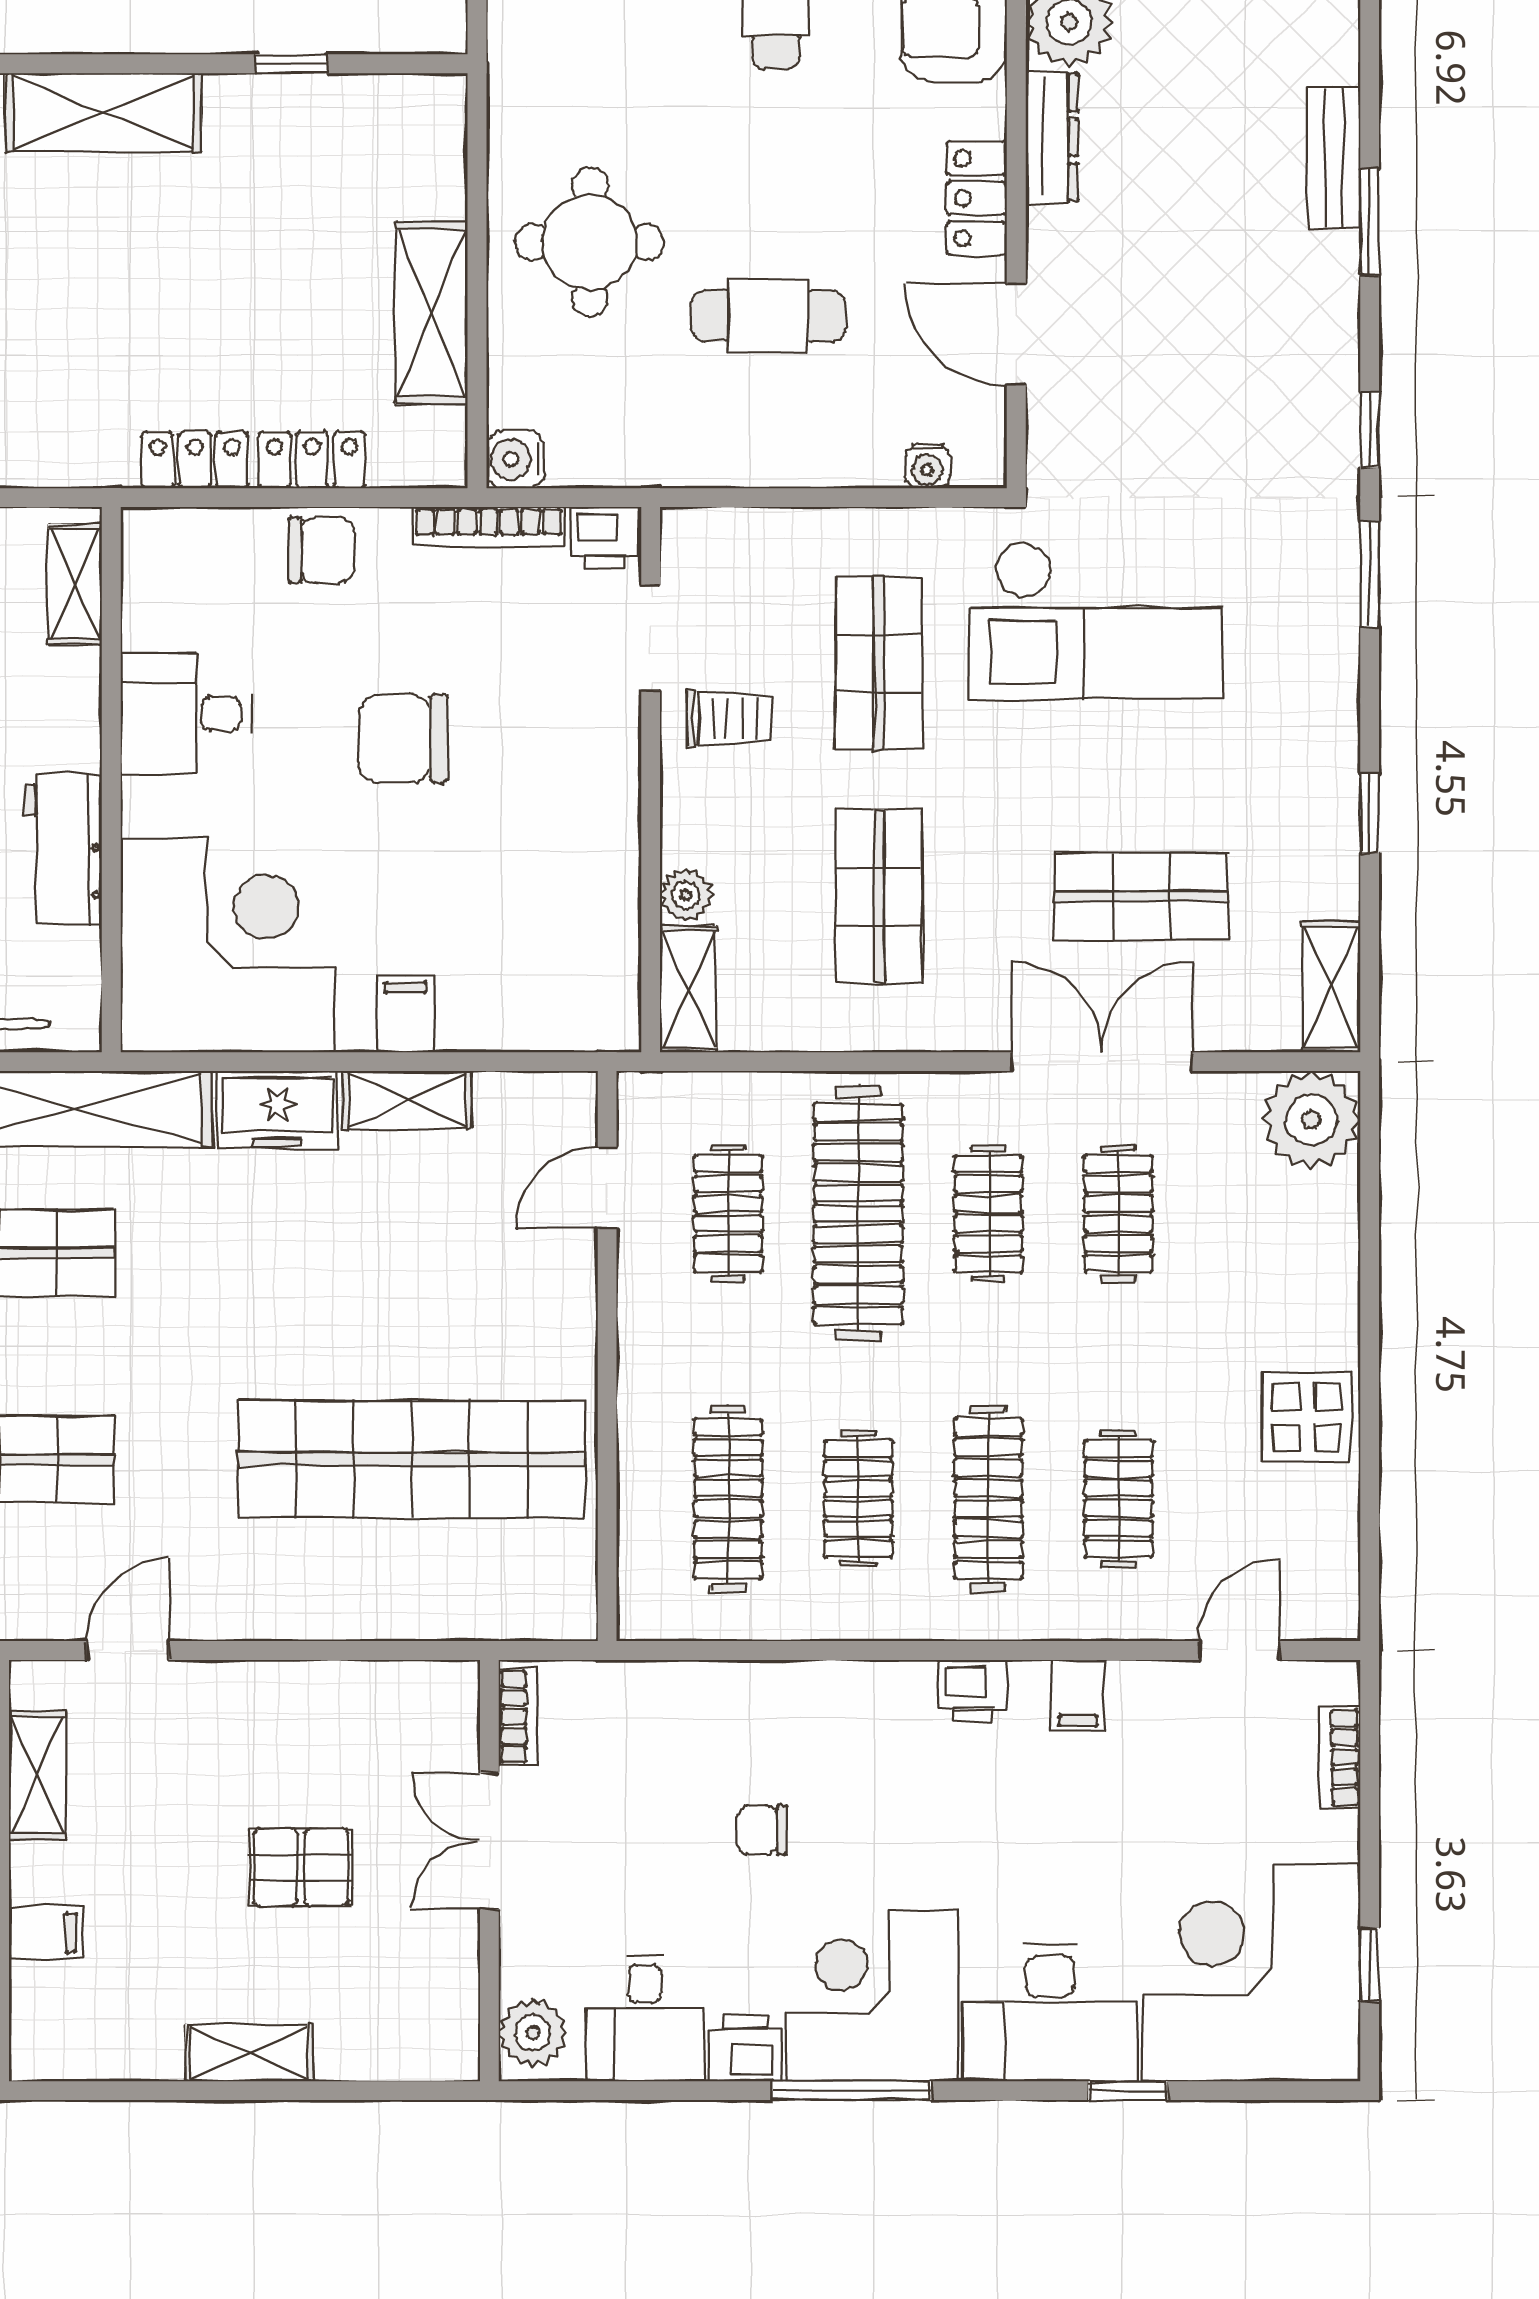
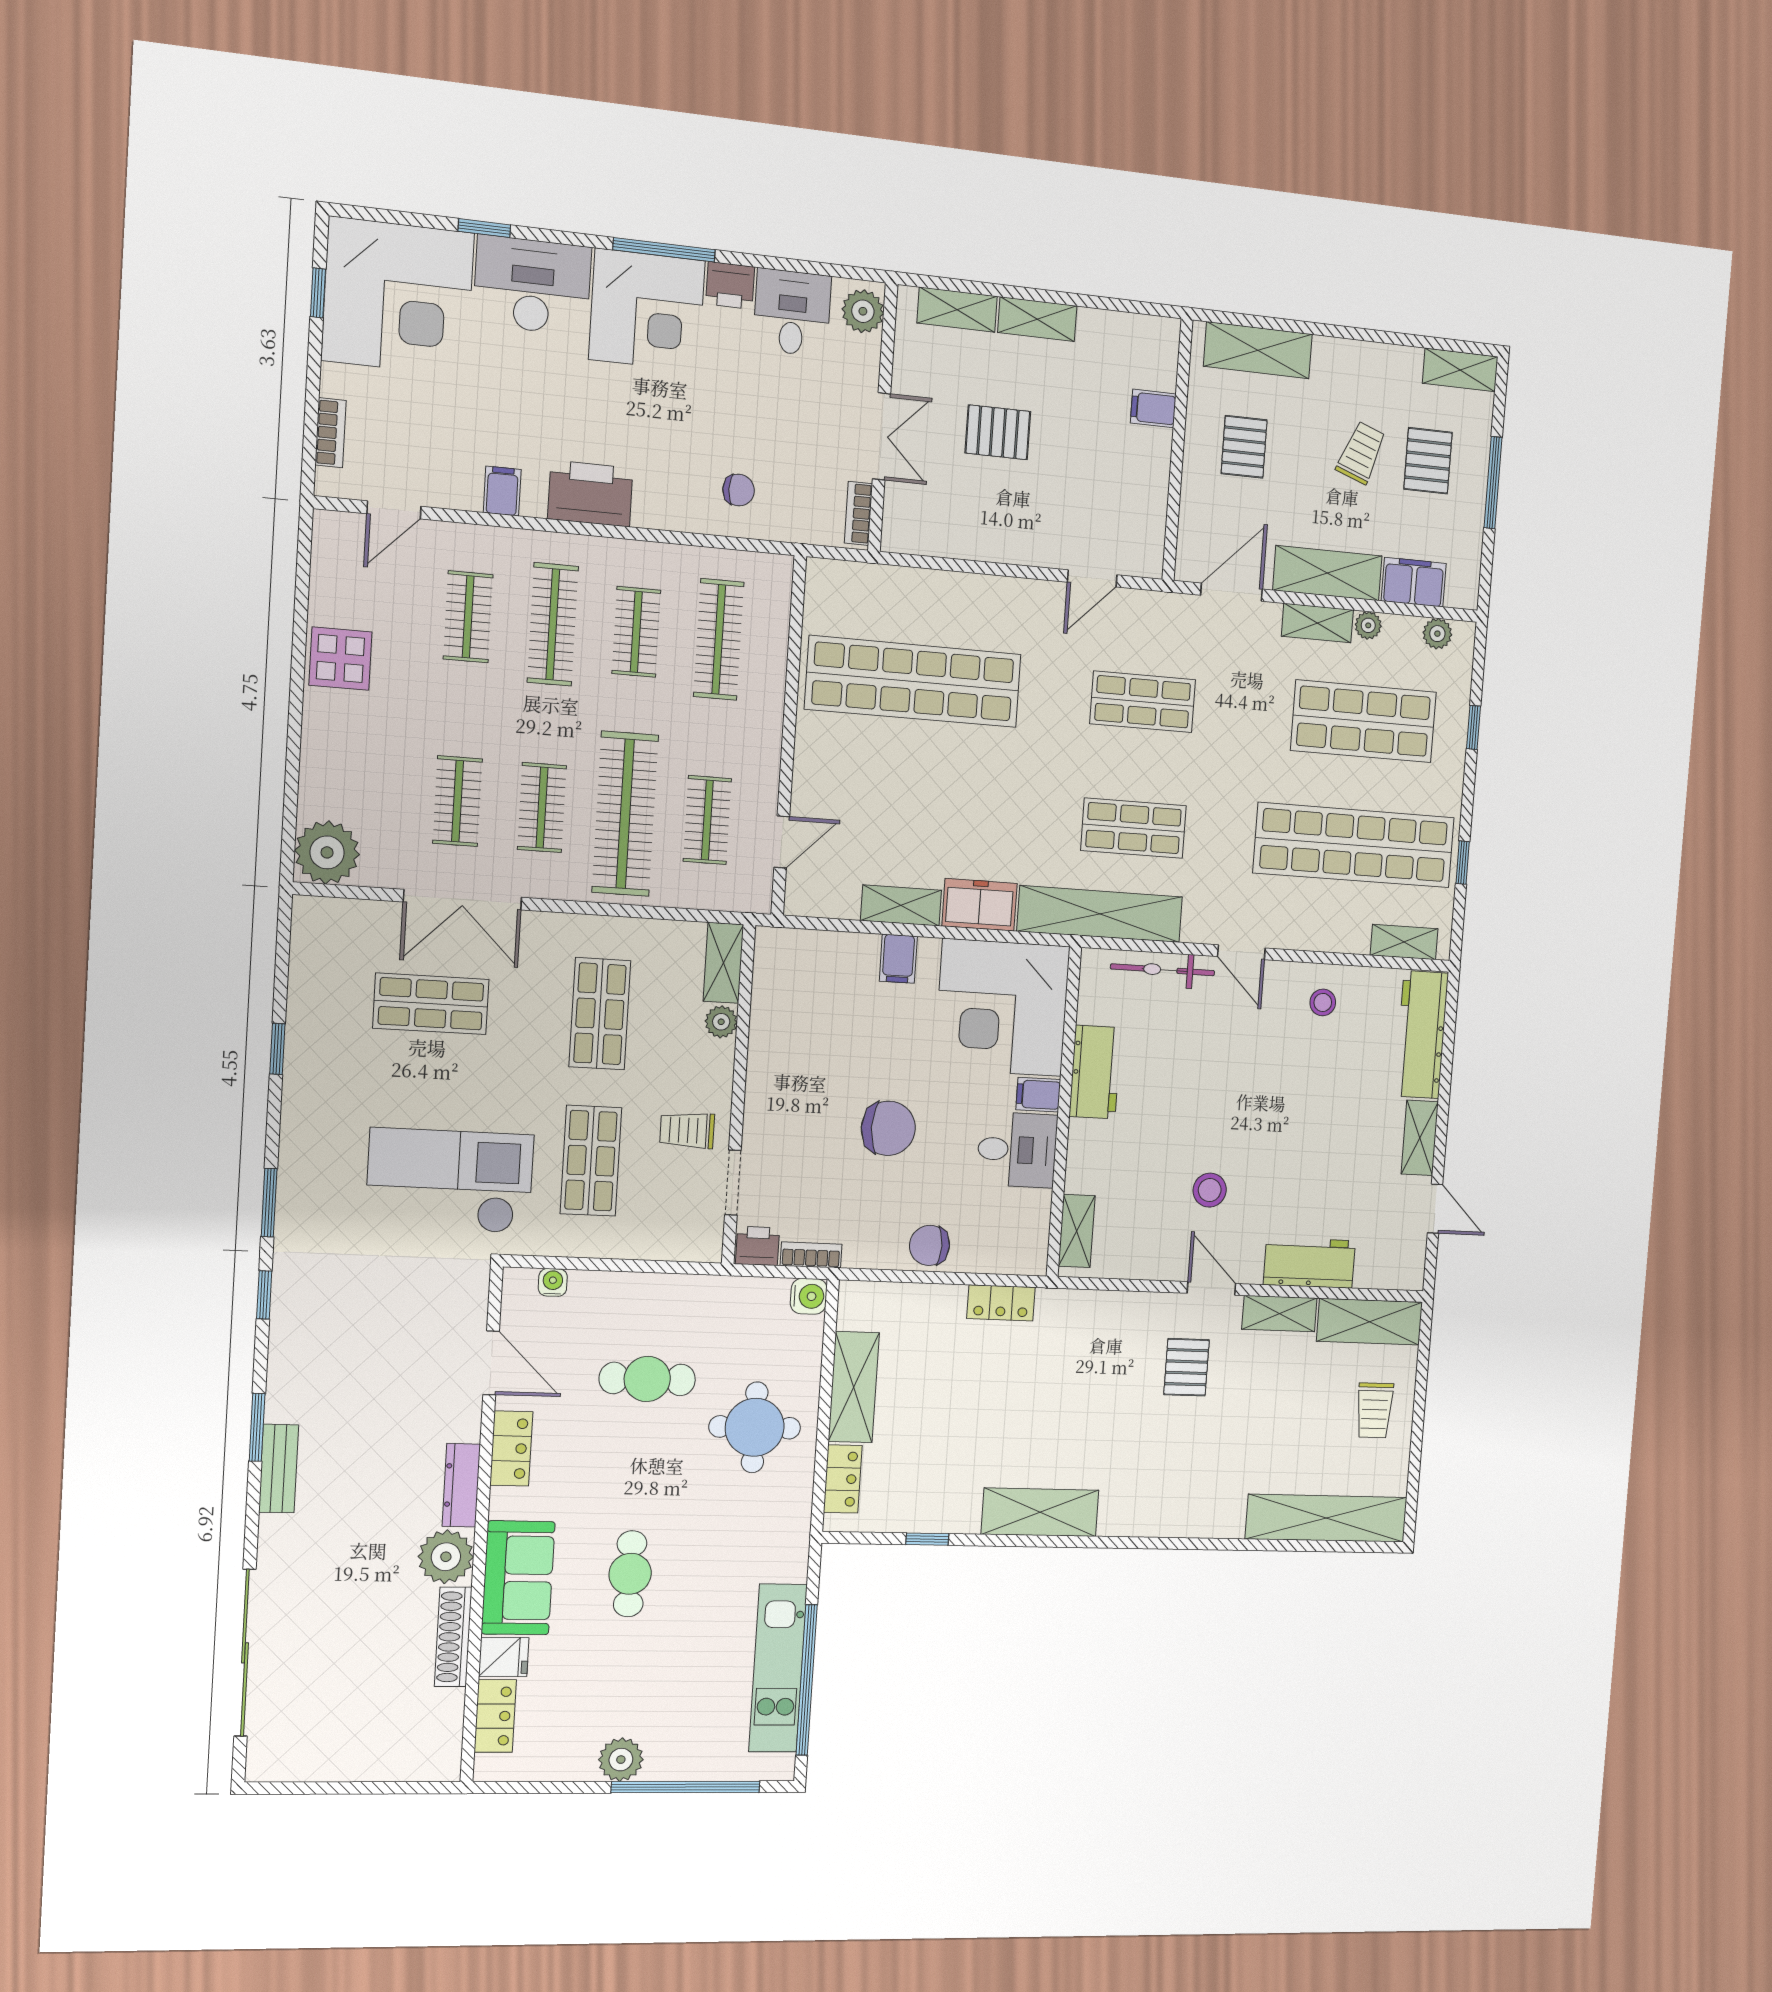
locker: (312, 460) -> (843, 1479), moved, turned -90
bookcase: (488, 527) -> (811, 1255), width x0.64
filing cabinet: (157, 806) -> (1038, 1095), added
shelving: (1331, 987) -> (309, 938), removed
printer: (972, 1691) -> (590, 493), width x1.87, depth x1.48
shelving: (38, 1775) -> (957, 310), moved, turned 90
chair: (762, 1830) -> (739, 490), moved

